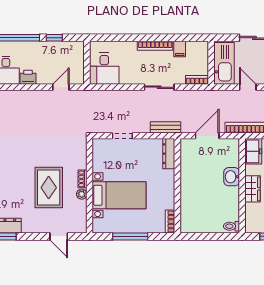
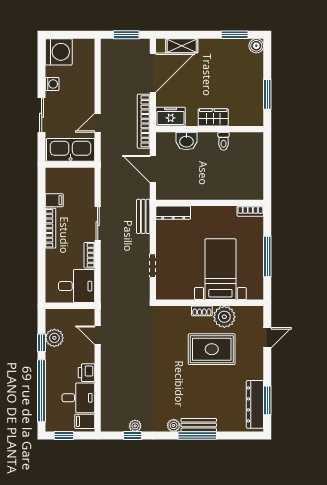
plant: (59, 49) -> (54, 338), added
bookcase: (197, 80) -> (89, 255), moved
washbasin: (232, 177) -> (186, 141), moved
plant: (82, 194) -> (224, 317), width x1.88, depth x1.88
toilet: (232, 226) -> (224, 141), moved

